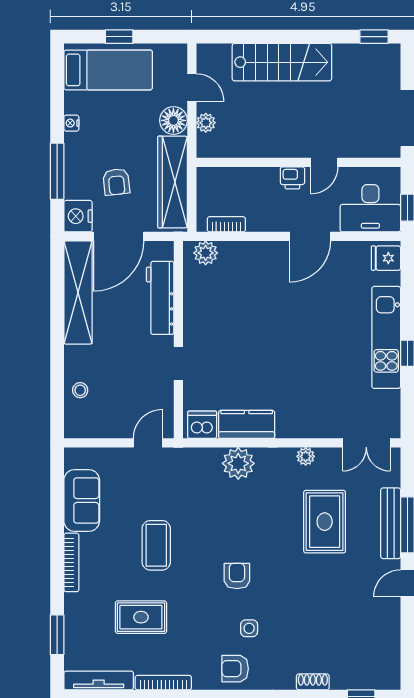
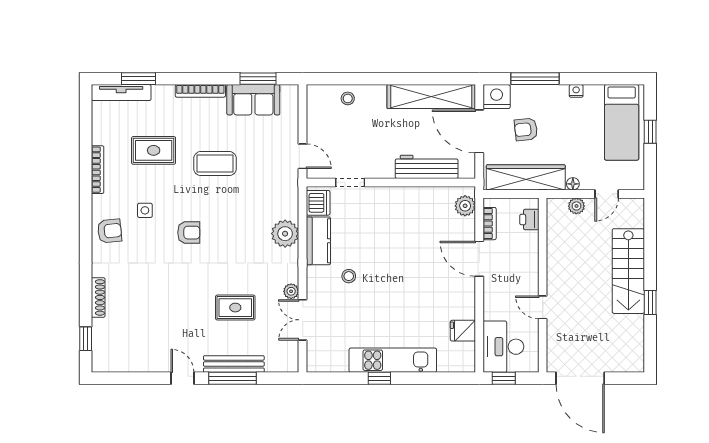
window: (374, 37) -> (650, 302), moved
floor lamp: (173, 120) -> (573, 184), width x0.53, depth x0.53
printer: (292, 178) -> (529, 219), moved
door: (310, 236) -> (479, 259), moved
fridge: (386, 258) -> (463, 331), moved, turned -90
doorway: (178, 363) -> (350, 182), moved
stool: (288, 389) -> (349, 276), added
double door: (366, 443) -> (303, 320), moved
window: (57, 495) -> (258, 79), added
rug: (325, 522) -> (235, 308), width x0.73, depth x0.70
rug: (141, 617) -> (154, 150), turned 90
side table: (249, 628) -> (145, 210), moved
armchair: (235, 669) -> (110, 231), turned 84
tv unit: (99, 680) -> (121, 93), moved, turned 90
shoe rack: (313, 682) -> (98, 297), width x1.43

